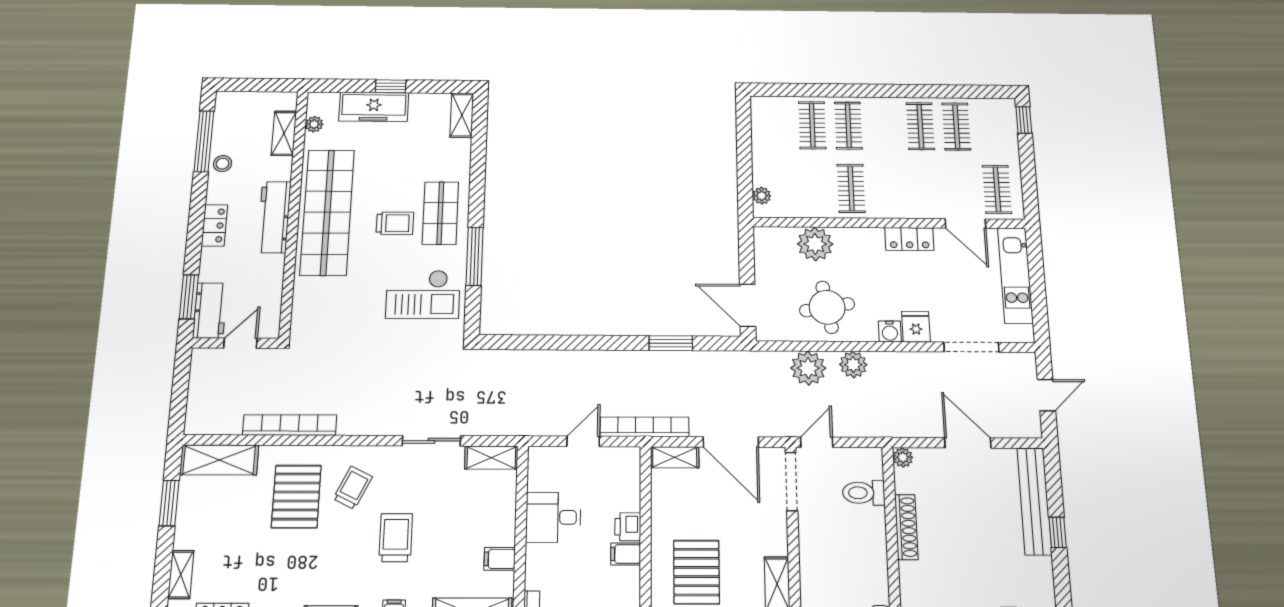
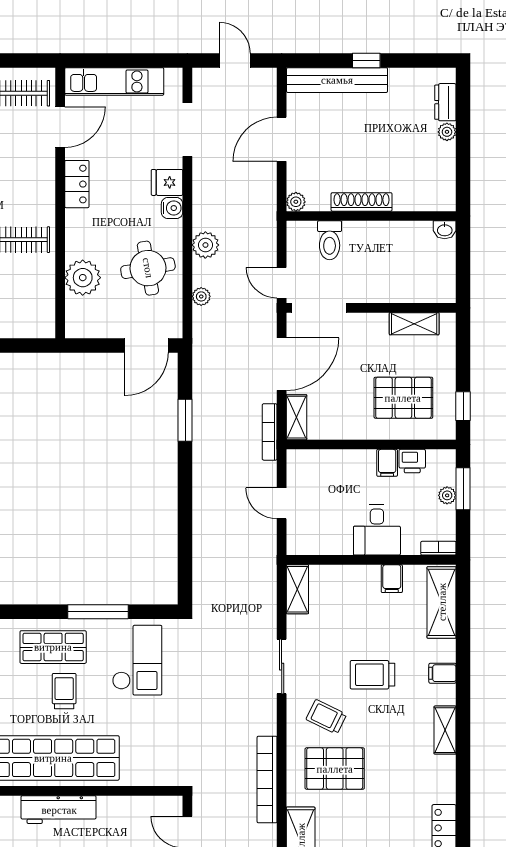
plant: (762, 196) -> (32, 329), removed
plant: (808, 368) -> (201, 296), width x0.53, depth x0.53
bookcase: (645, 427) -> (270, 432), width x0.68, depth x0.76
sliding door: (431, 441) -> (282, 667), moved
desk: (553, 517) -> (377, 530), moved
printer: (628, 527) -> (412, 461), moved

